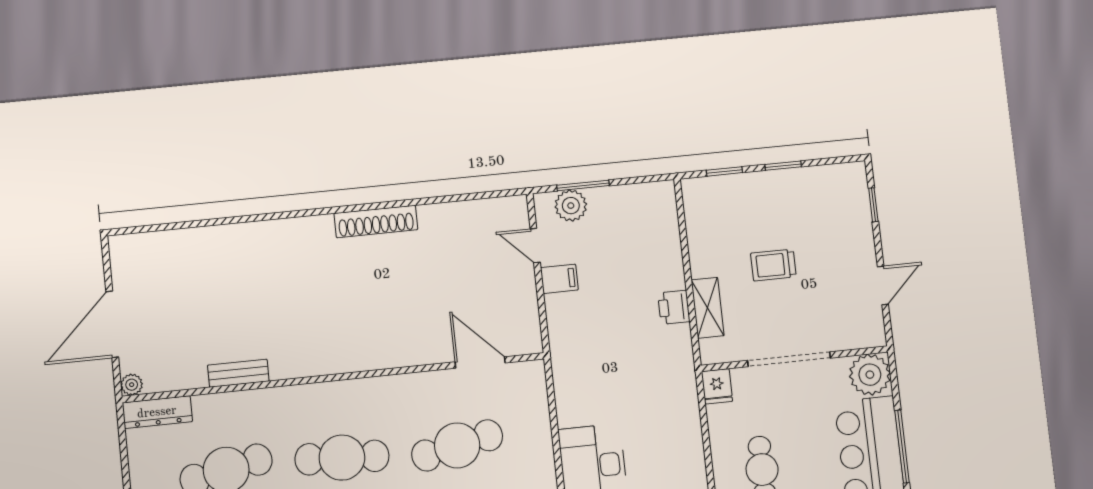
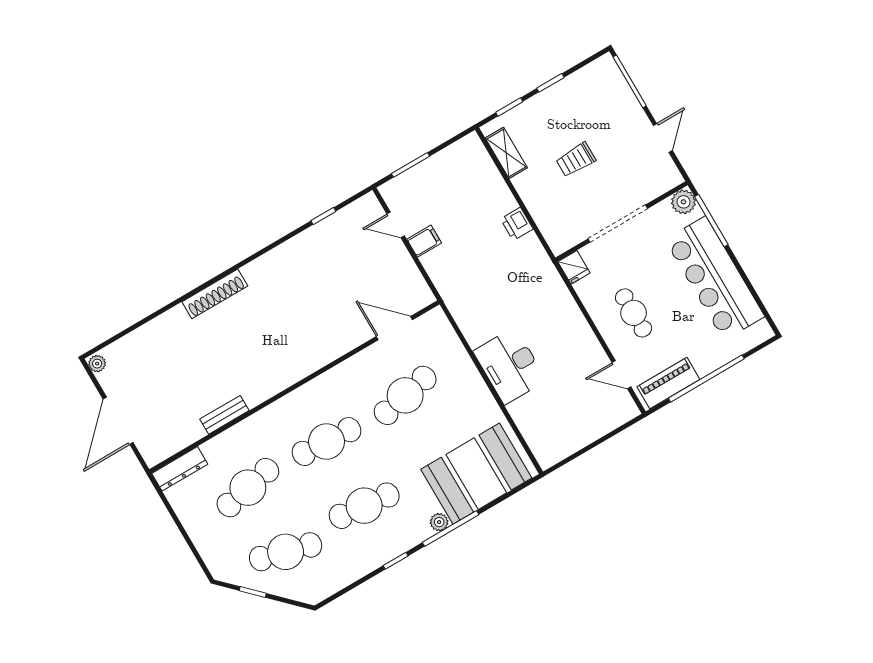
window: (457, 198) -> (323, 216), added
window: (873, 205) -> (630, 81), width x2.17
plant: (571, 206) -> (408, 184), removed
shoe rack: (376, 221) -> (215, 294), moved
shelving: (708, 308) -> (506, 153), moved
plant: (870, 375) -> (684, 202), width x0.73, depth x0.73
plant: (132, 385) -> (97, 364), moved
window: (902, 447) -> (711, 221), moved

